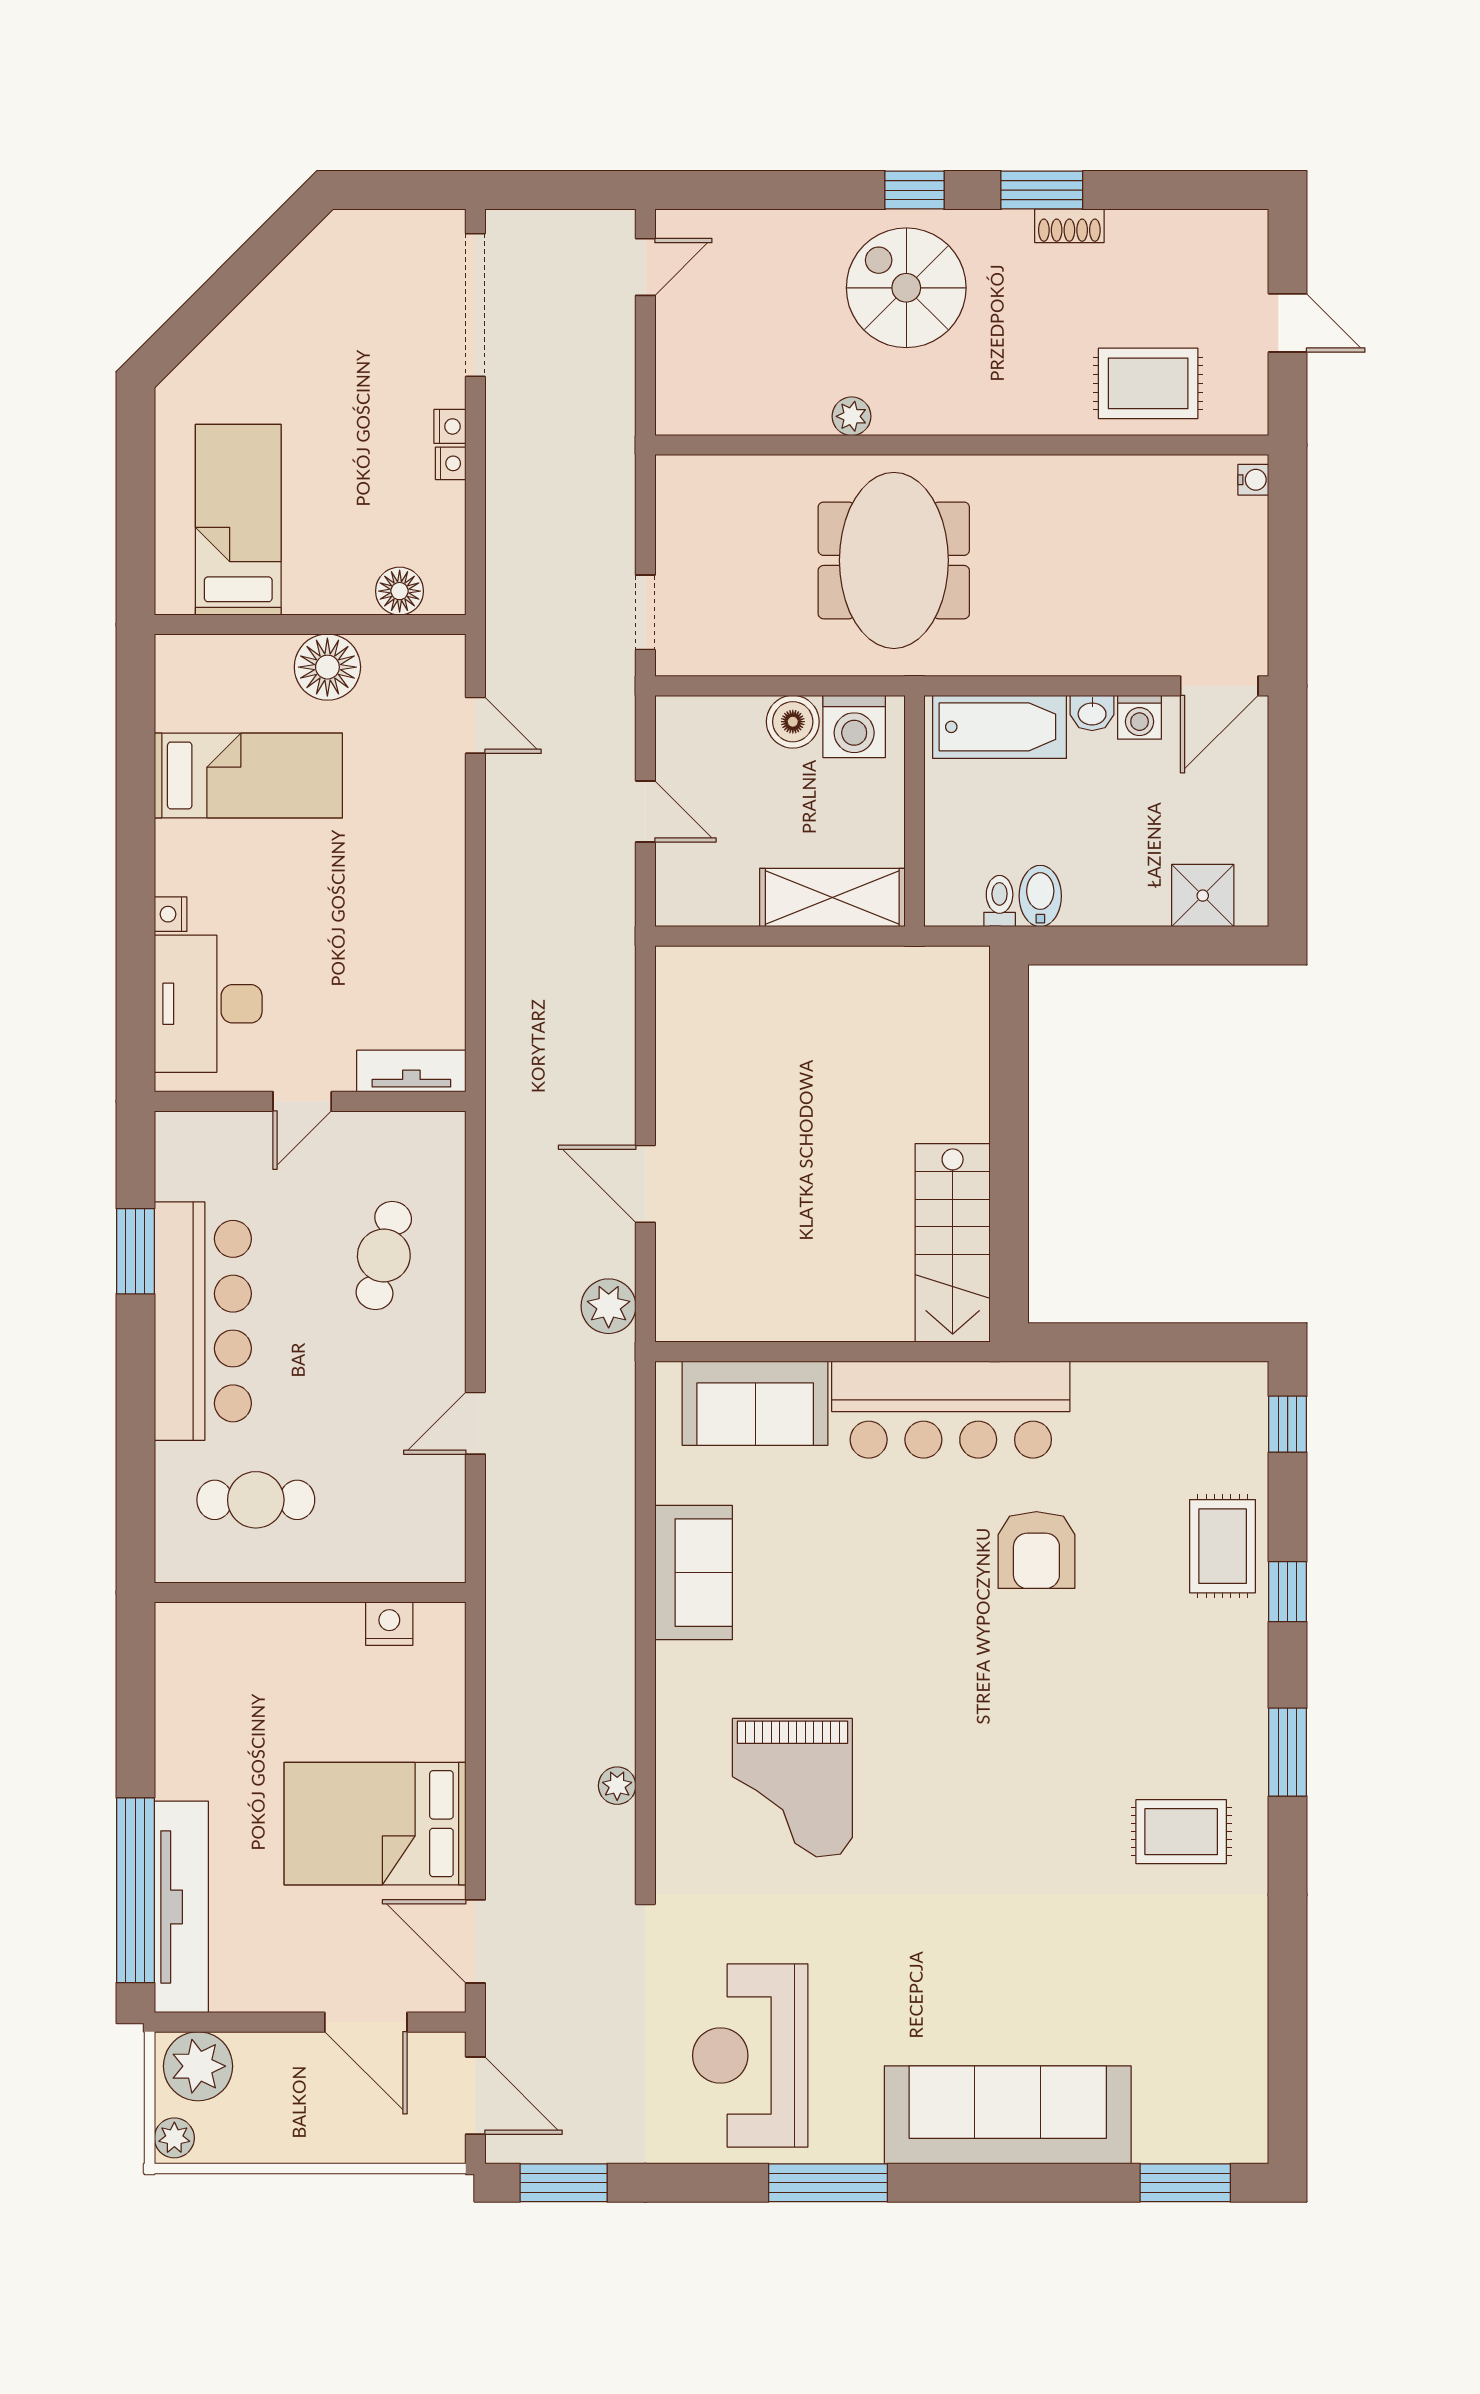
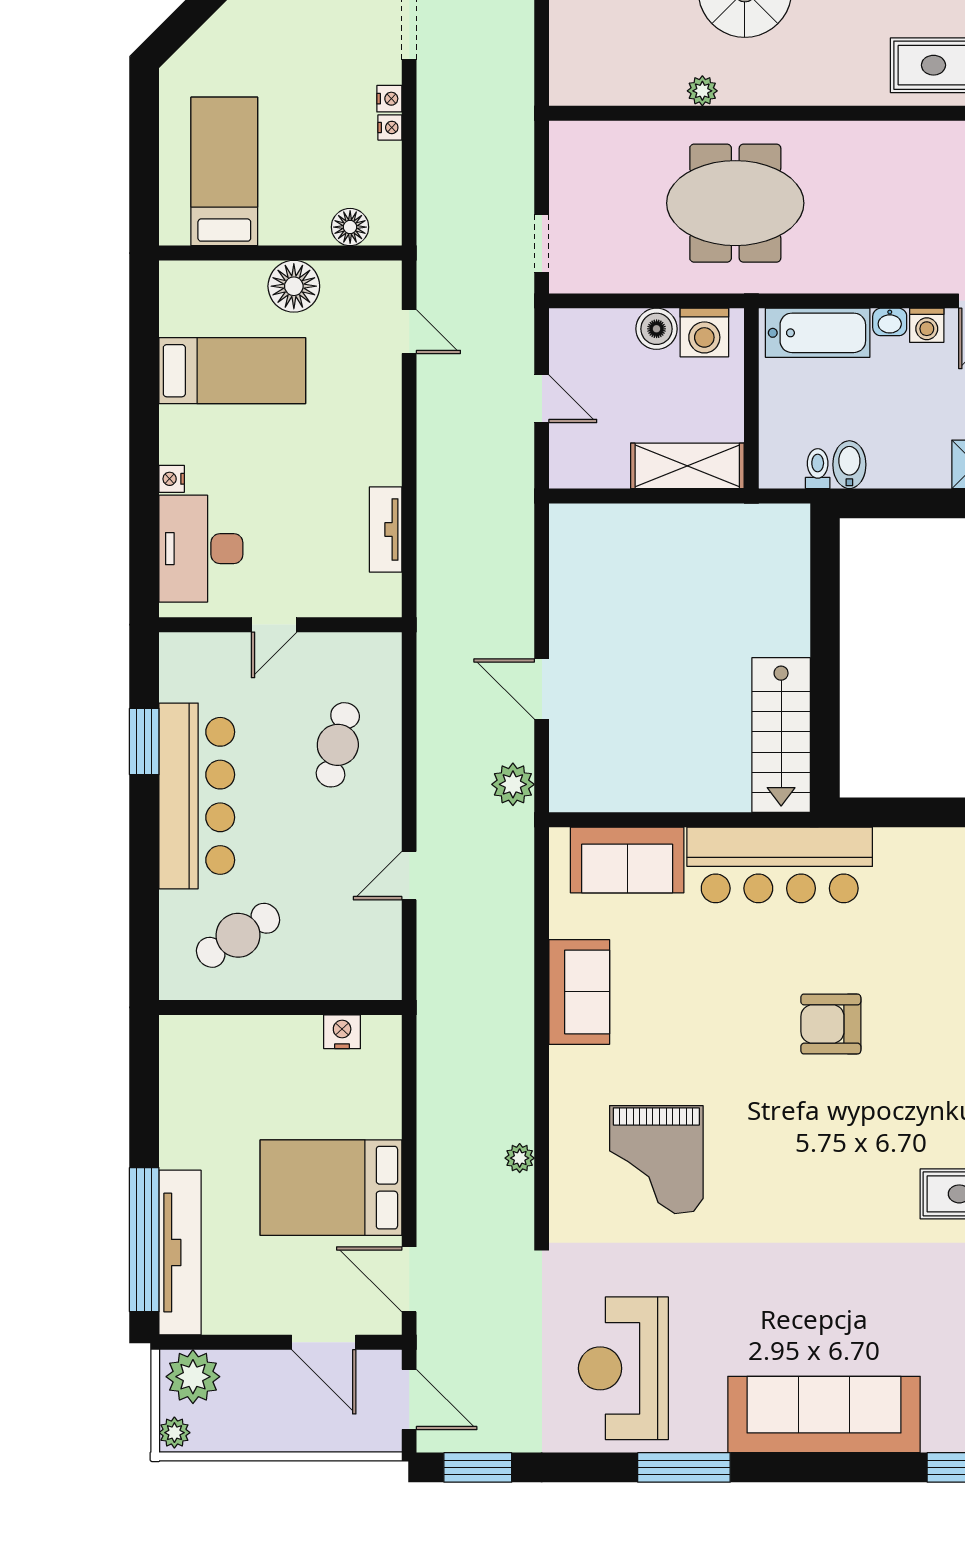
meeting table: (894, 560) -> (735, 203), turned 90
tv unit: (411, 1071) -> (386, 529), moved, turned -90
cafe table: (256, 1500) -> (238, 935), turned -32
armchair: (1036, 1550) -> (831, 1024), moved, turned 90

